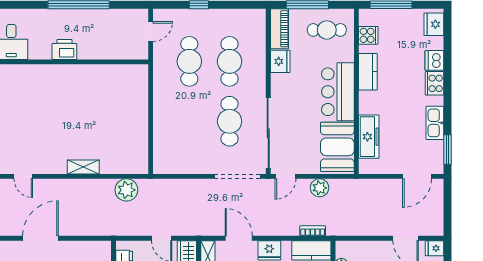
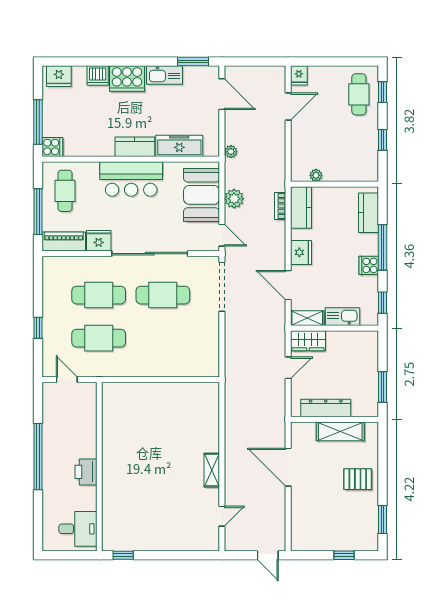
cooker: (368, 35) -> (52, 147), moved, turned 90
kitchen counter: (368, 72) -> (135, 147), moved
cooker: (435, 83) -> (127, 78), width x1.37, depth x1.31
sliding door: (268, 133) -> (150, 254), moved
booth: (337, 147) -> (202, 195), moved, turned 90
shelving: (83, 167) -> (212, 470), moved
plant: (126, 190) -> (231, 152), moved, width x0.53, depth x0.53
door: (40, 238) -> (288, 467), moved
door: (239, 238) -> (288, 285), hinge flipped

